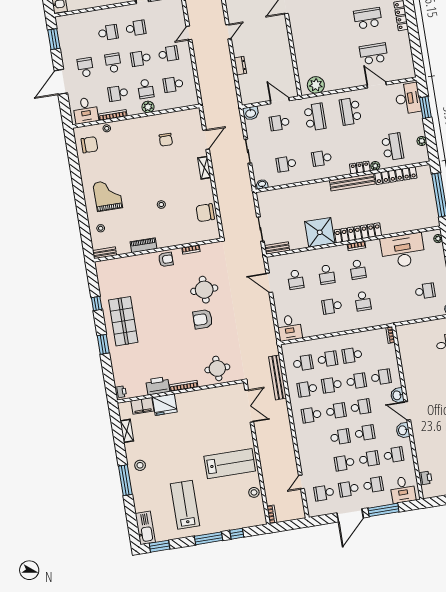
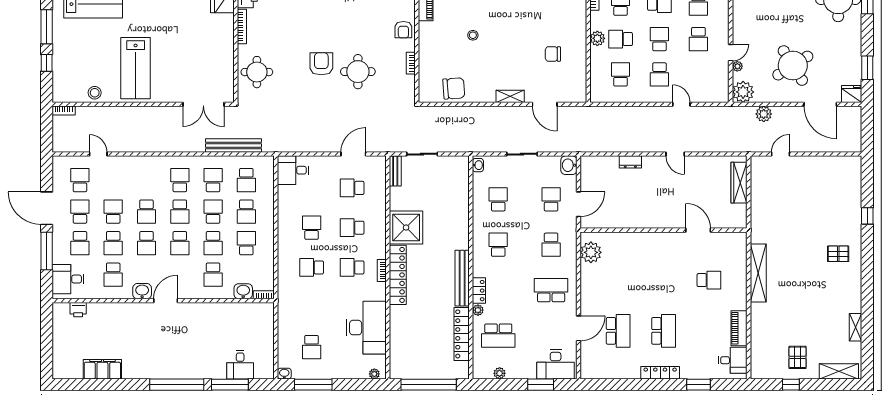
school desk: (315, 117) -> (551, 245), width x0.54
chair: (205, 213) -> (454, 88), turned 86
washbasin: (397, 395) -> (243, 291), moved

